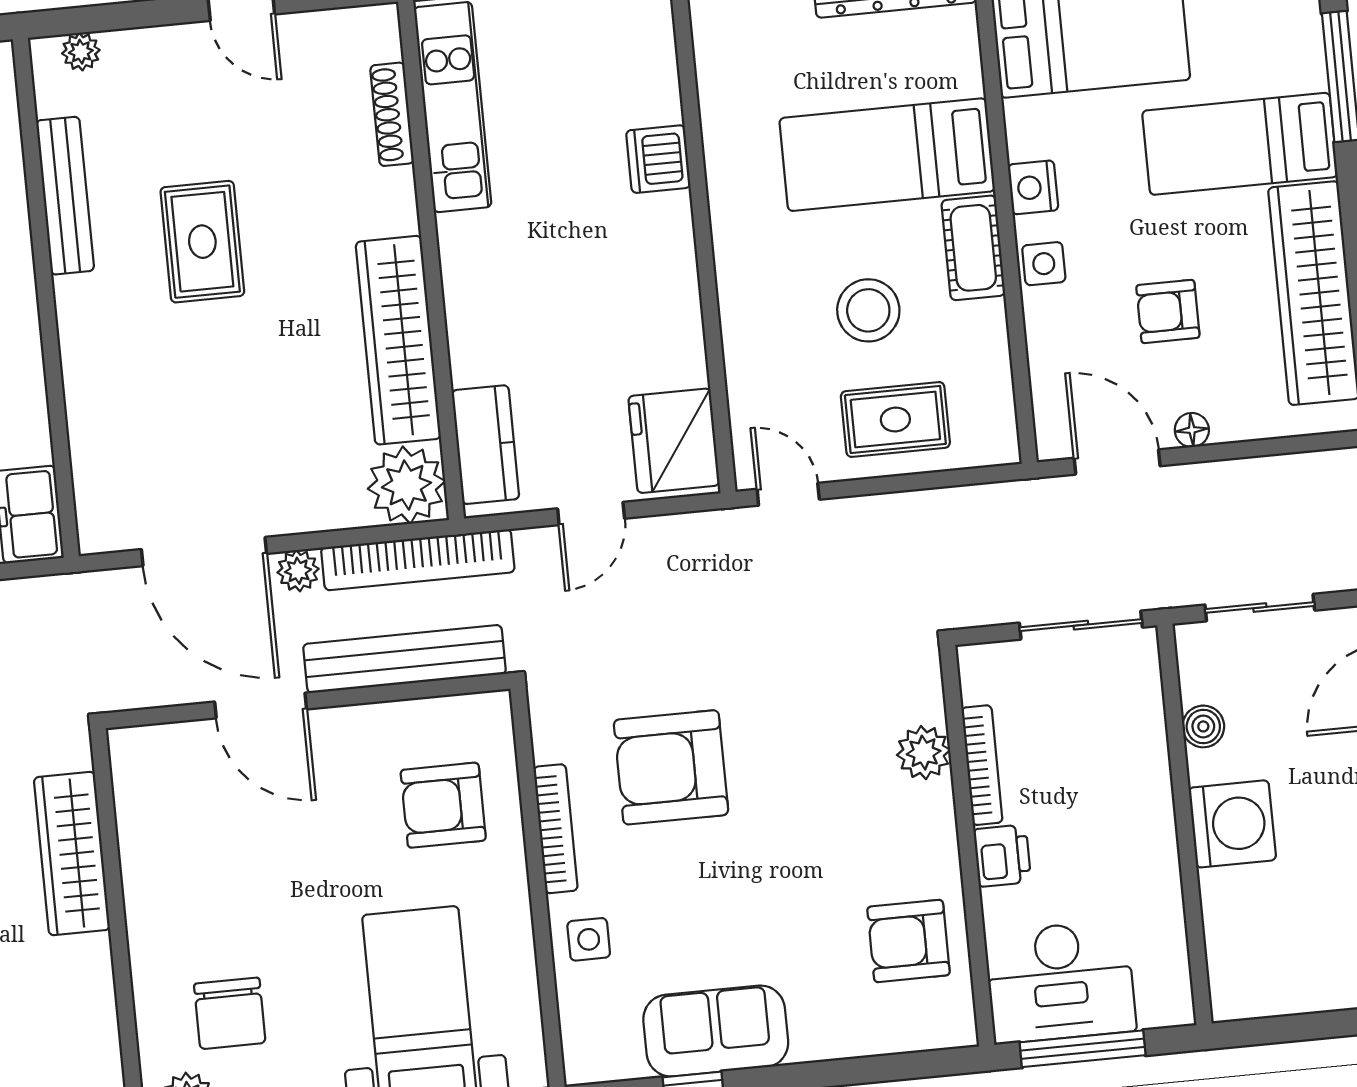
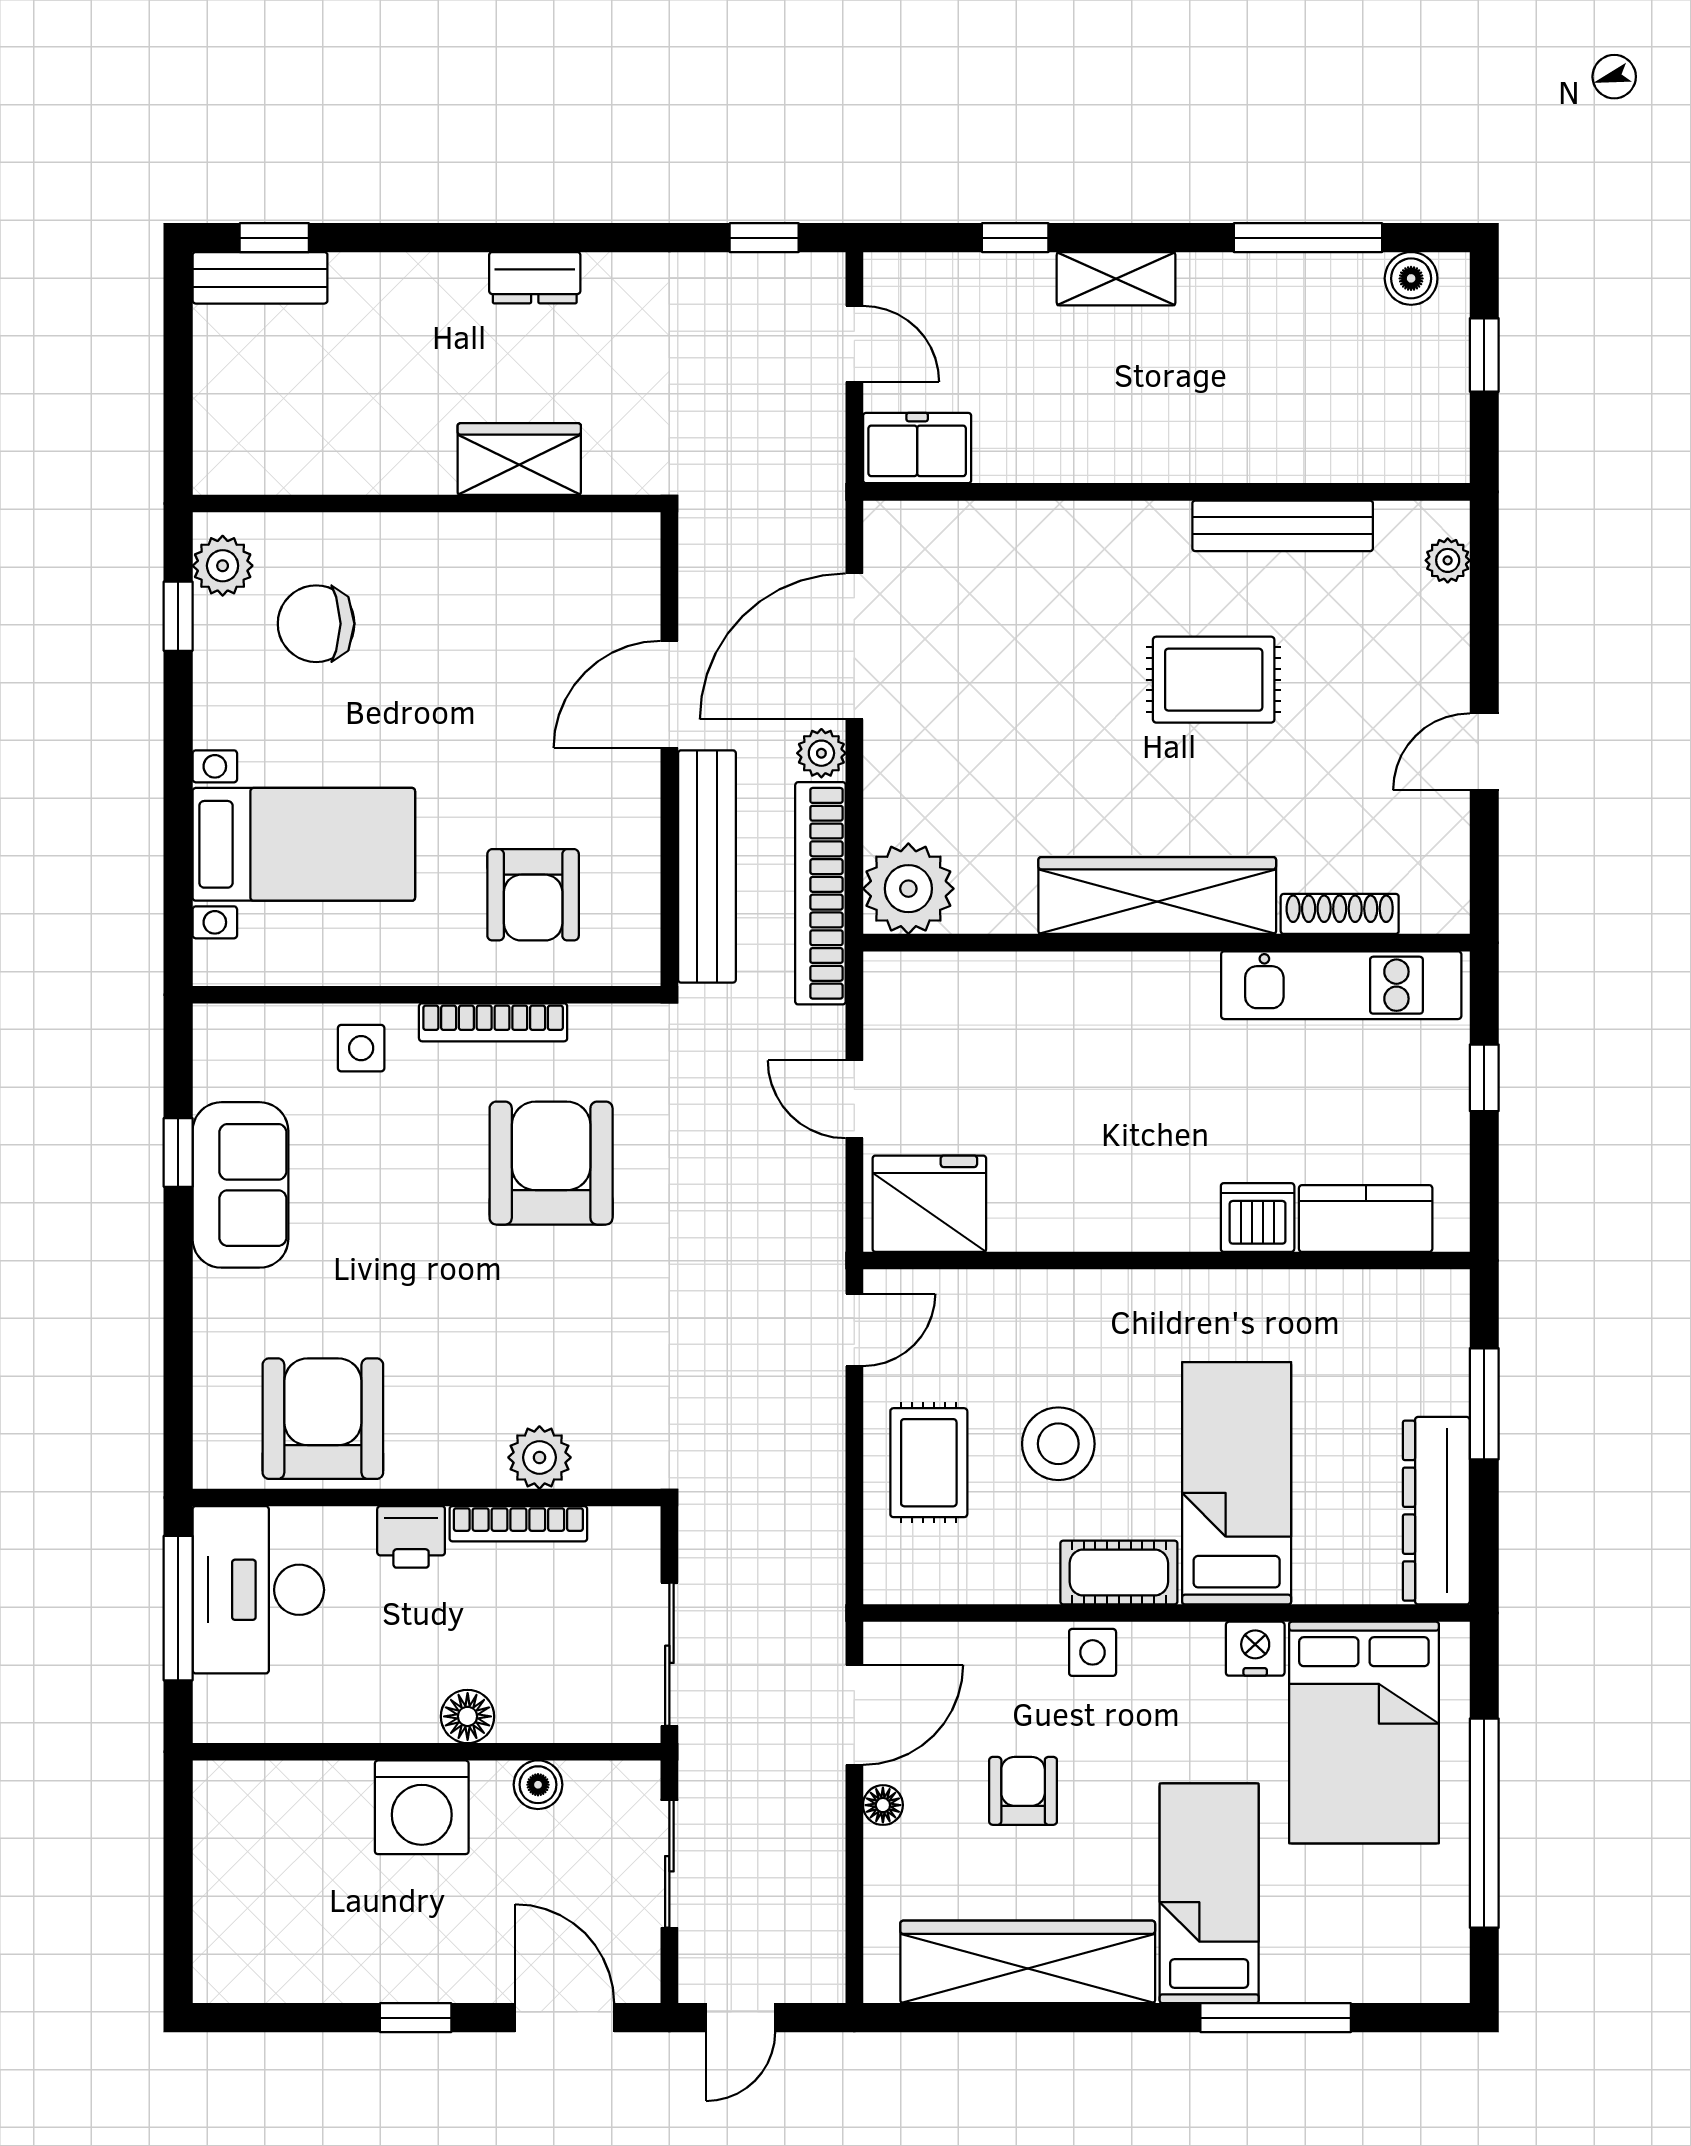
nightstand: (1033, 187) -> (1255, 1649), moved
wardrobe: (398, 340) -> (1157, 896), moved
kitchen counter: (485, 445) -> (1366, 1218), moved, turned 180
floor lamp: (1151, 792) -> (468, 1716), added
armchair: (443, 805) -> (533, 895), turned 180
wardrobe: (72, 854) -> (519, 459), width x0.67
armchair: (909, 941) -> (323, 1419), width x1.36, depth x1.36

